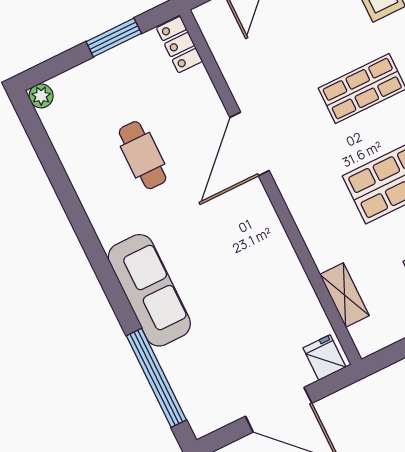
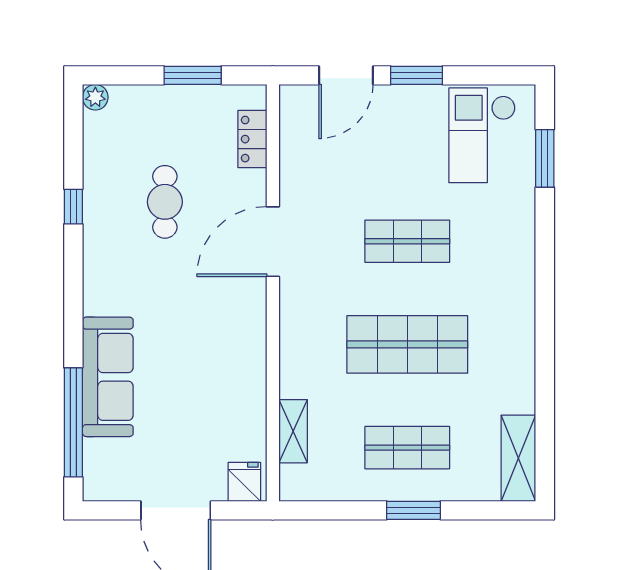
locker: (179, 45) -> (252, 139), moved
window: (68, 197) -> (73, 207), added
sofa: (149, 290) -> (108, 377), moved

